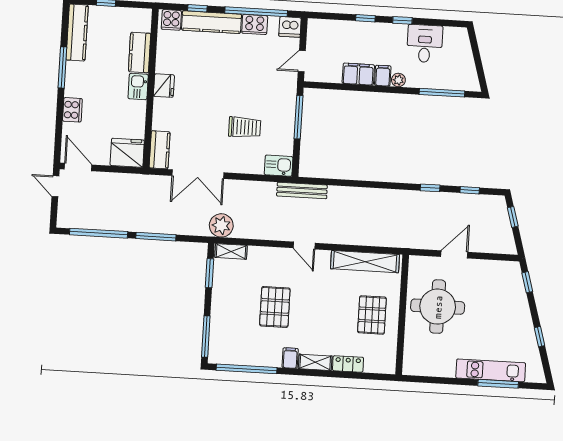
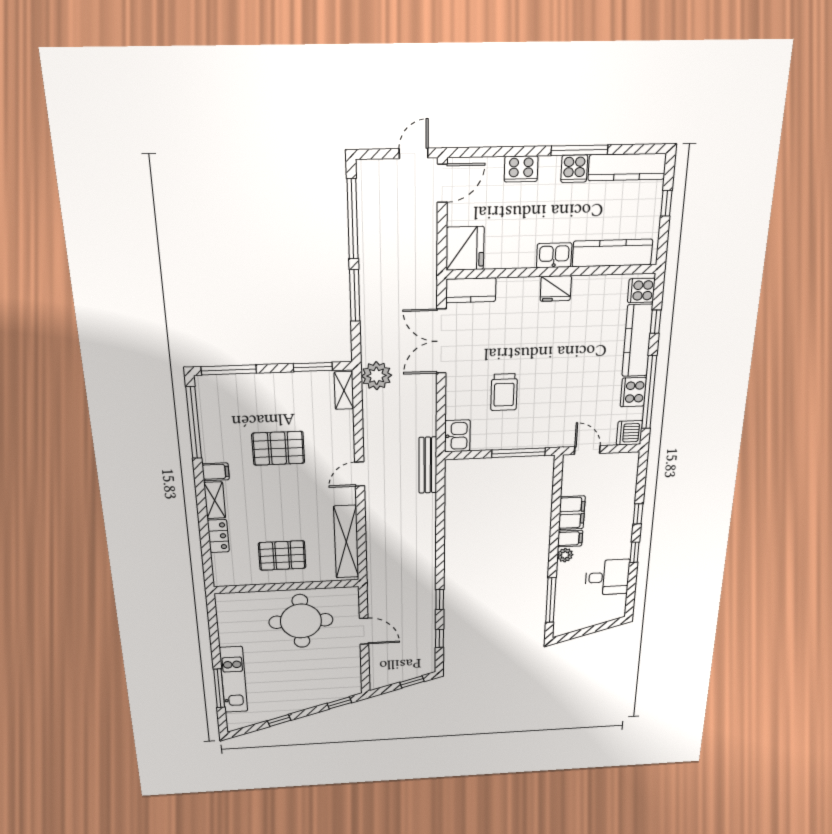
kitchen counter: (140, 53) -> (612, 253), width x1.50
cooker: (75, 71) -> (574, 169), added

